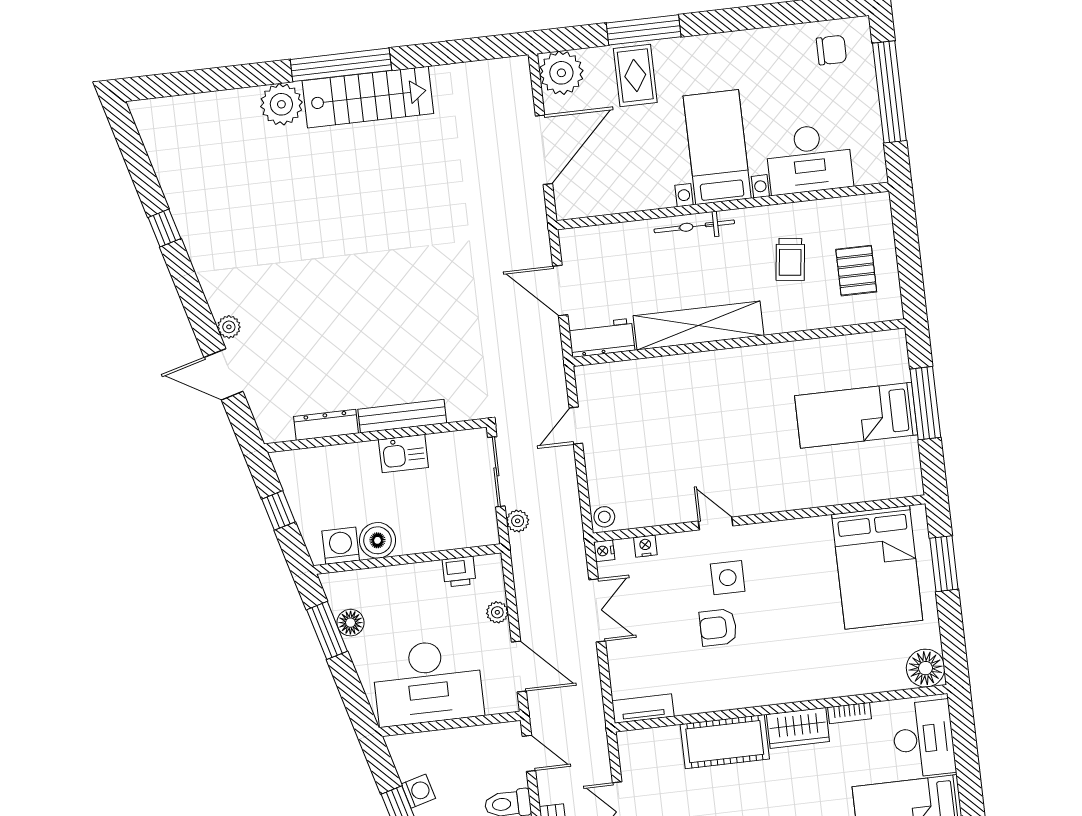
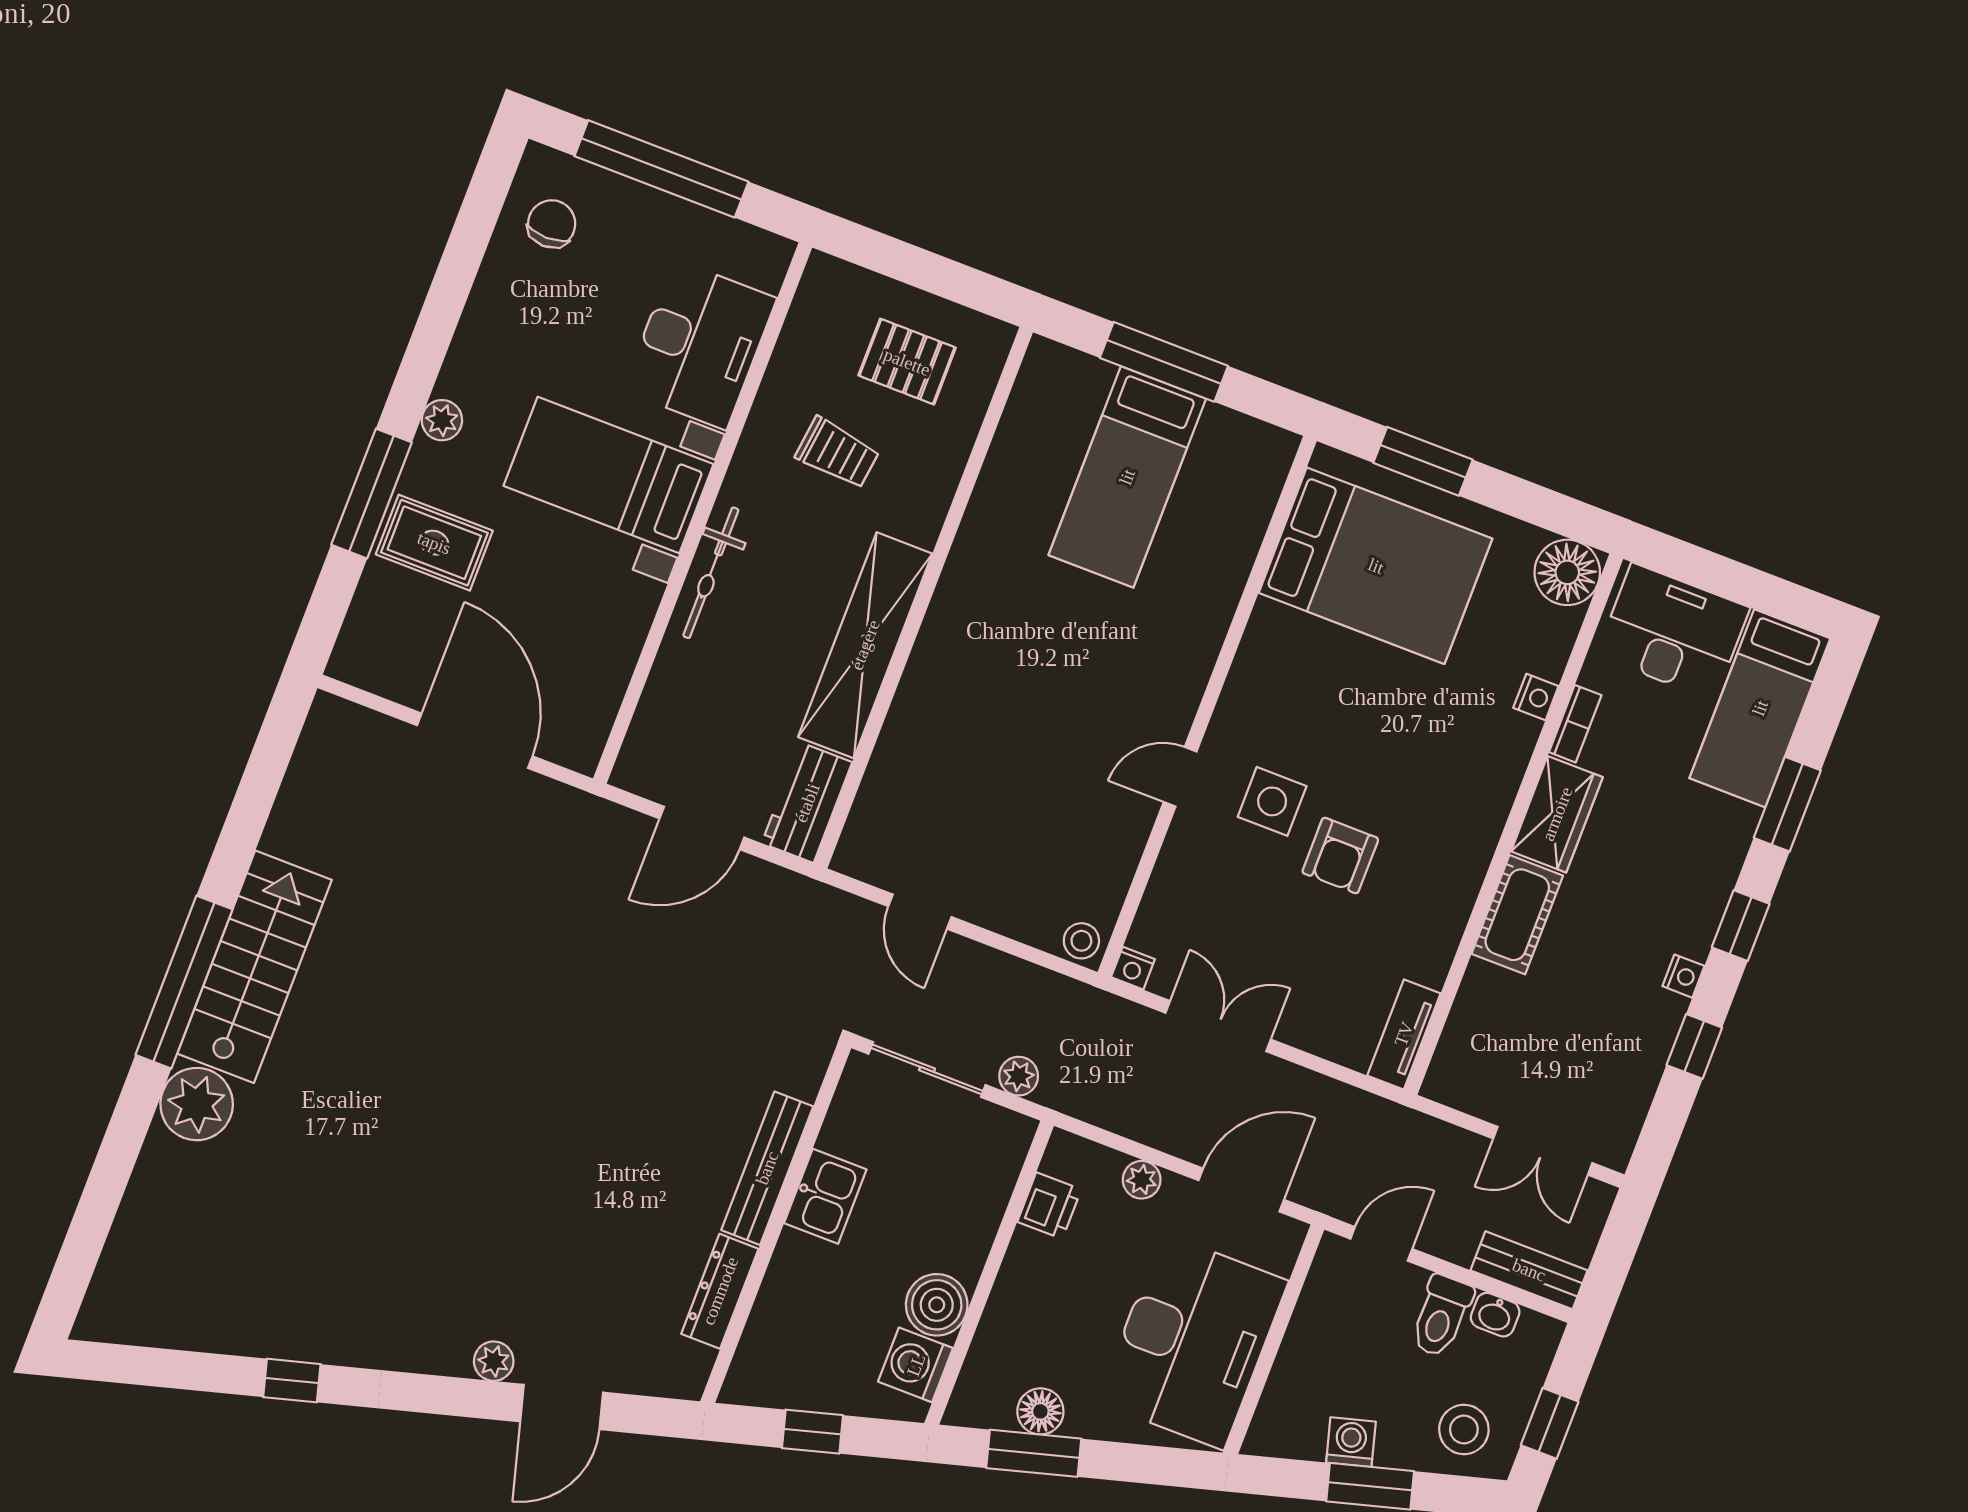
plant: (561, 73) -> (442, 420), moved, width x0.53, depth x0.53
nightstand: (645, 546) -> (1536, 697), moved, turned 180
cot: (725, 742) -> (1517, 915), width x0.73, depth x0.75

